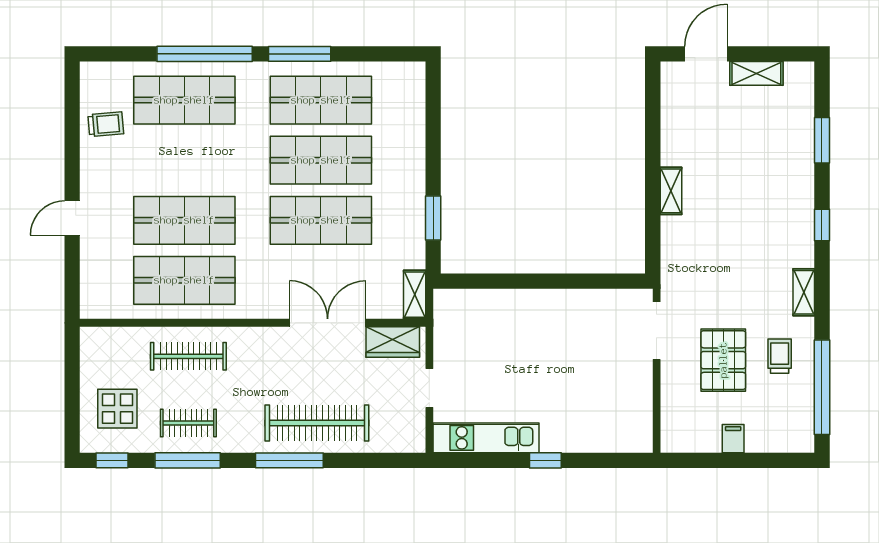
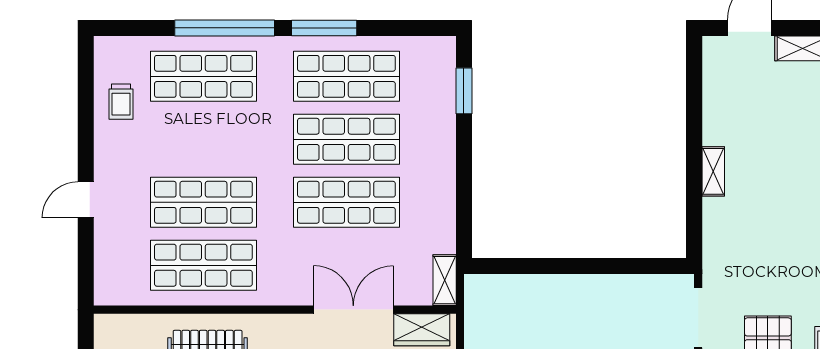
trolley: (106, 124) -> (121, 102), turned 95
window: (433, 218) -> (464, 91), moved

